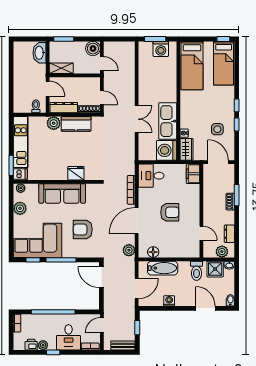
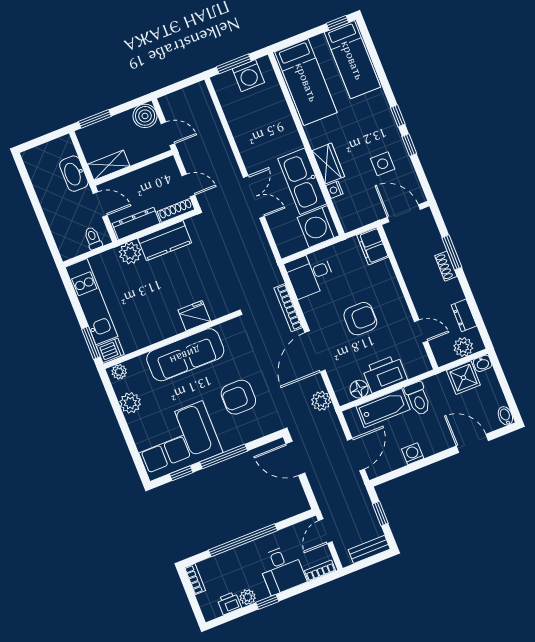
washbasin: (40, 53) -> (74, 174), moved
wardrobe: (186, 149) -> (328, 164), moved
printer: (171, 249) -> (385, 374), added
toilet: (196, 271) -> (418, 399), moved

